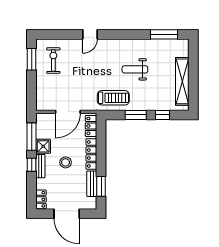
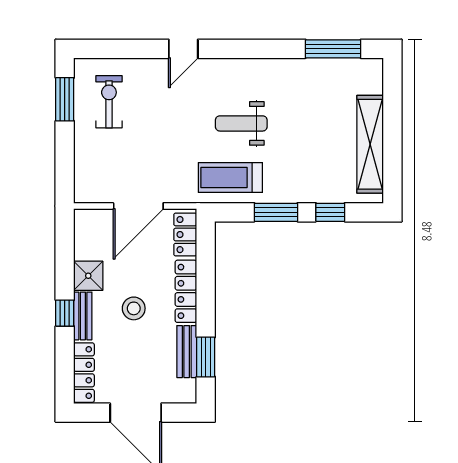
weight bench: (135, 69) -> (241, 123), moved
treadmill: (113, 98) -> (230, 178), turned 180
window: (32, 137) -> (65, 256), removed
locker: (41, 199) -> (84, 373), width x1.53

